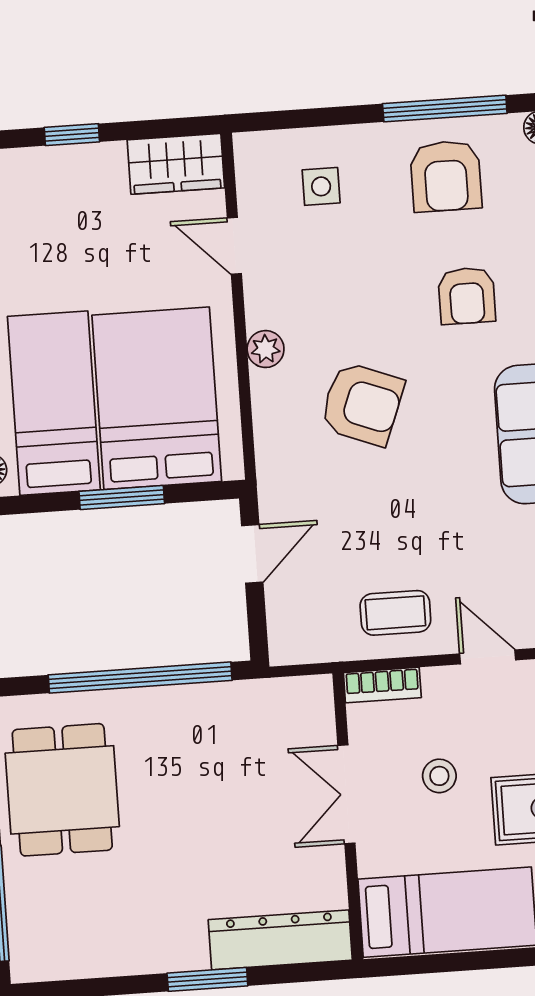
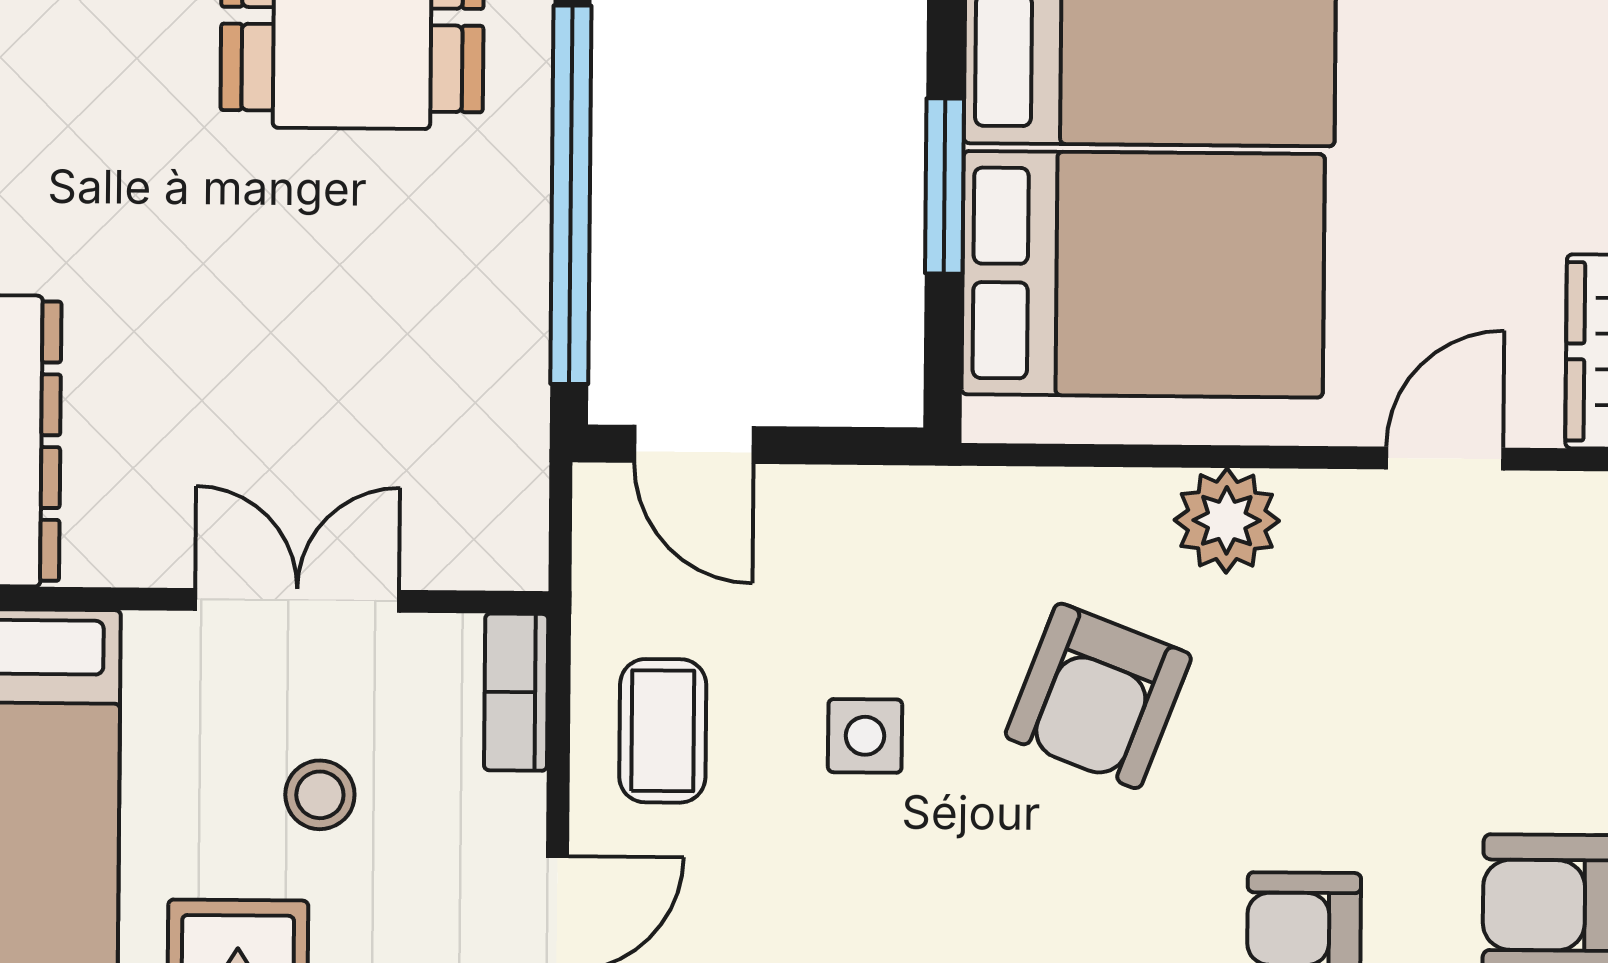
side table: (321, 186) -> (865, 736), moved
plant: (266, 349) -> (1227, 520), width x1.38, depth x1.38
door: (252, 554) -> (694, 444), moved

